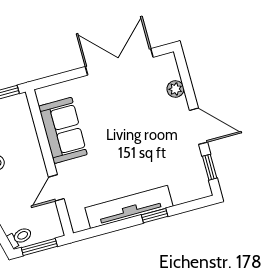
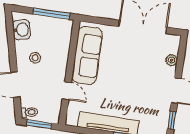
sofa: (63, 130) -> (87, 55), width x1.36
door: (56, 188) -> (67, 91), swing flipped

